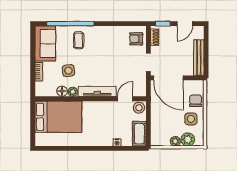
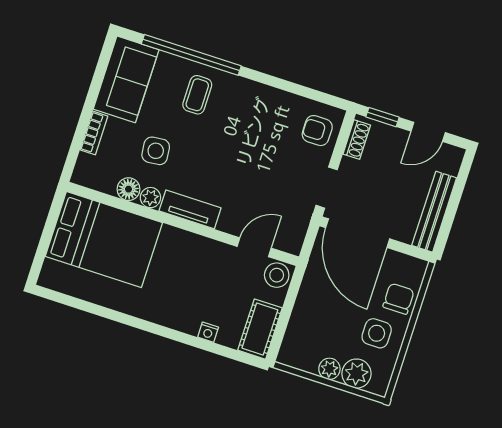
tv unit: (97, 91) -> (190, 209), width x0.71

